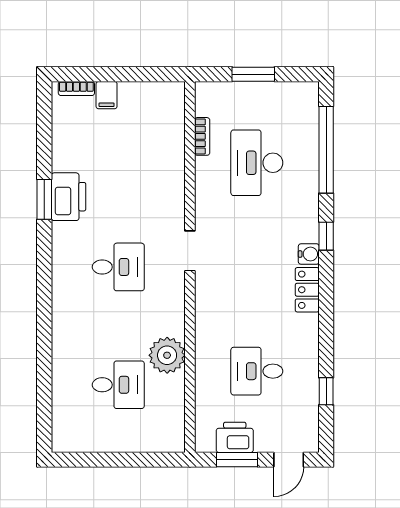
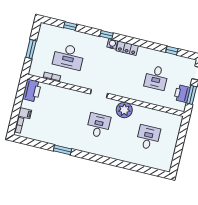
window: (326, 150) -> (70, 26), width x0.32
printer: (68, 197) -> (32, 90), moved, turned 90
plant: (167, 355) -> (124, 110), moved

